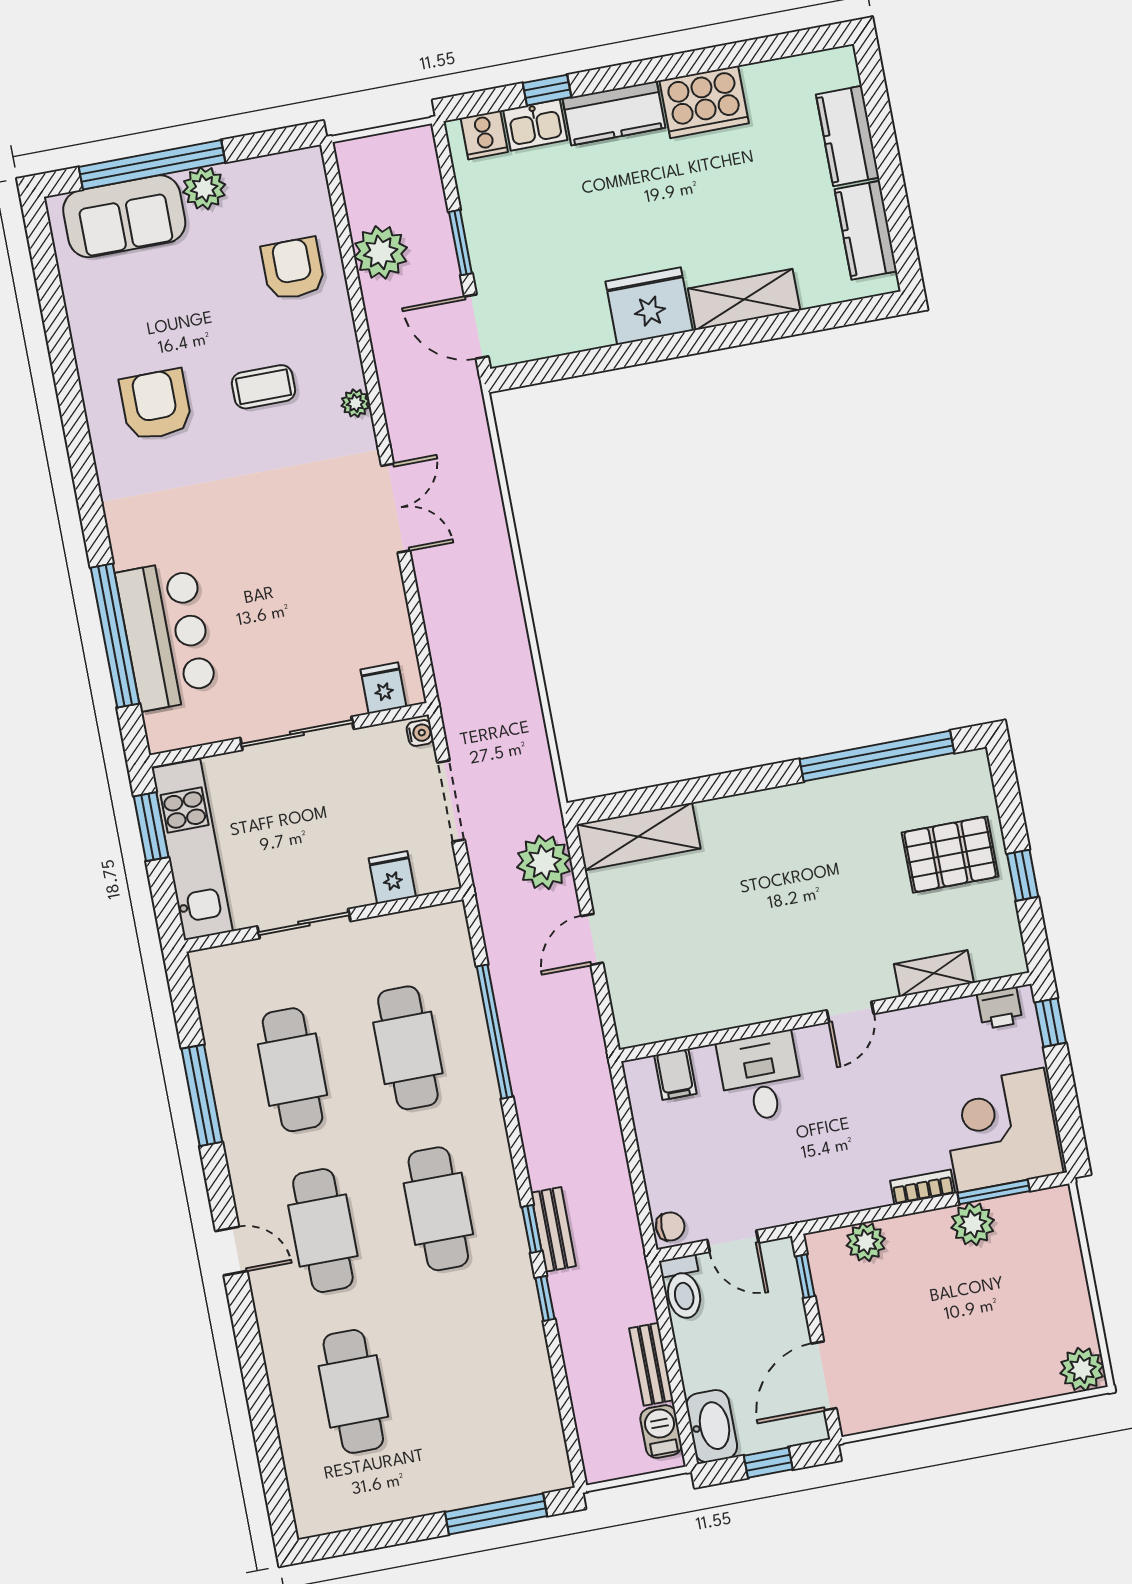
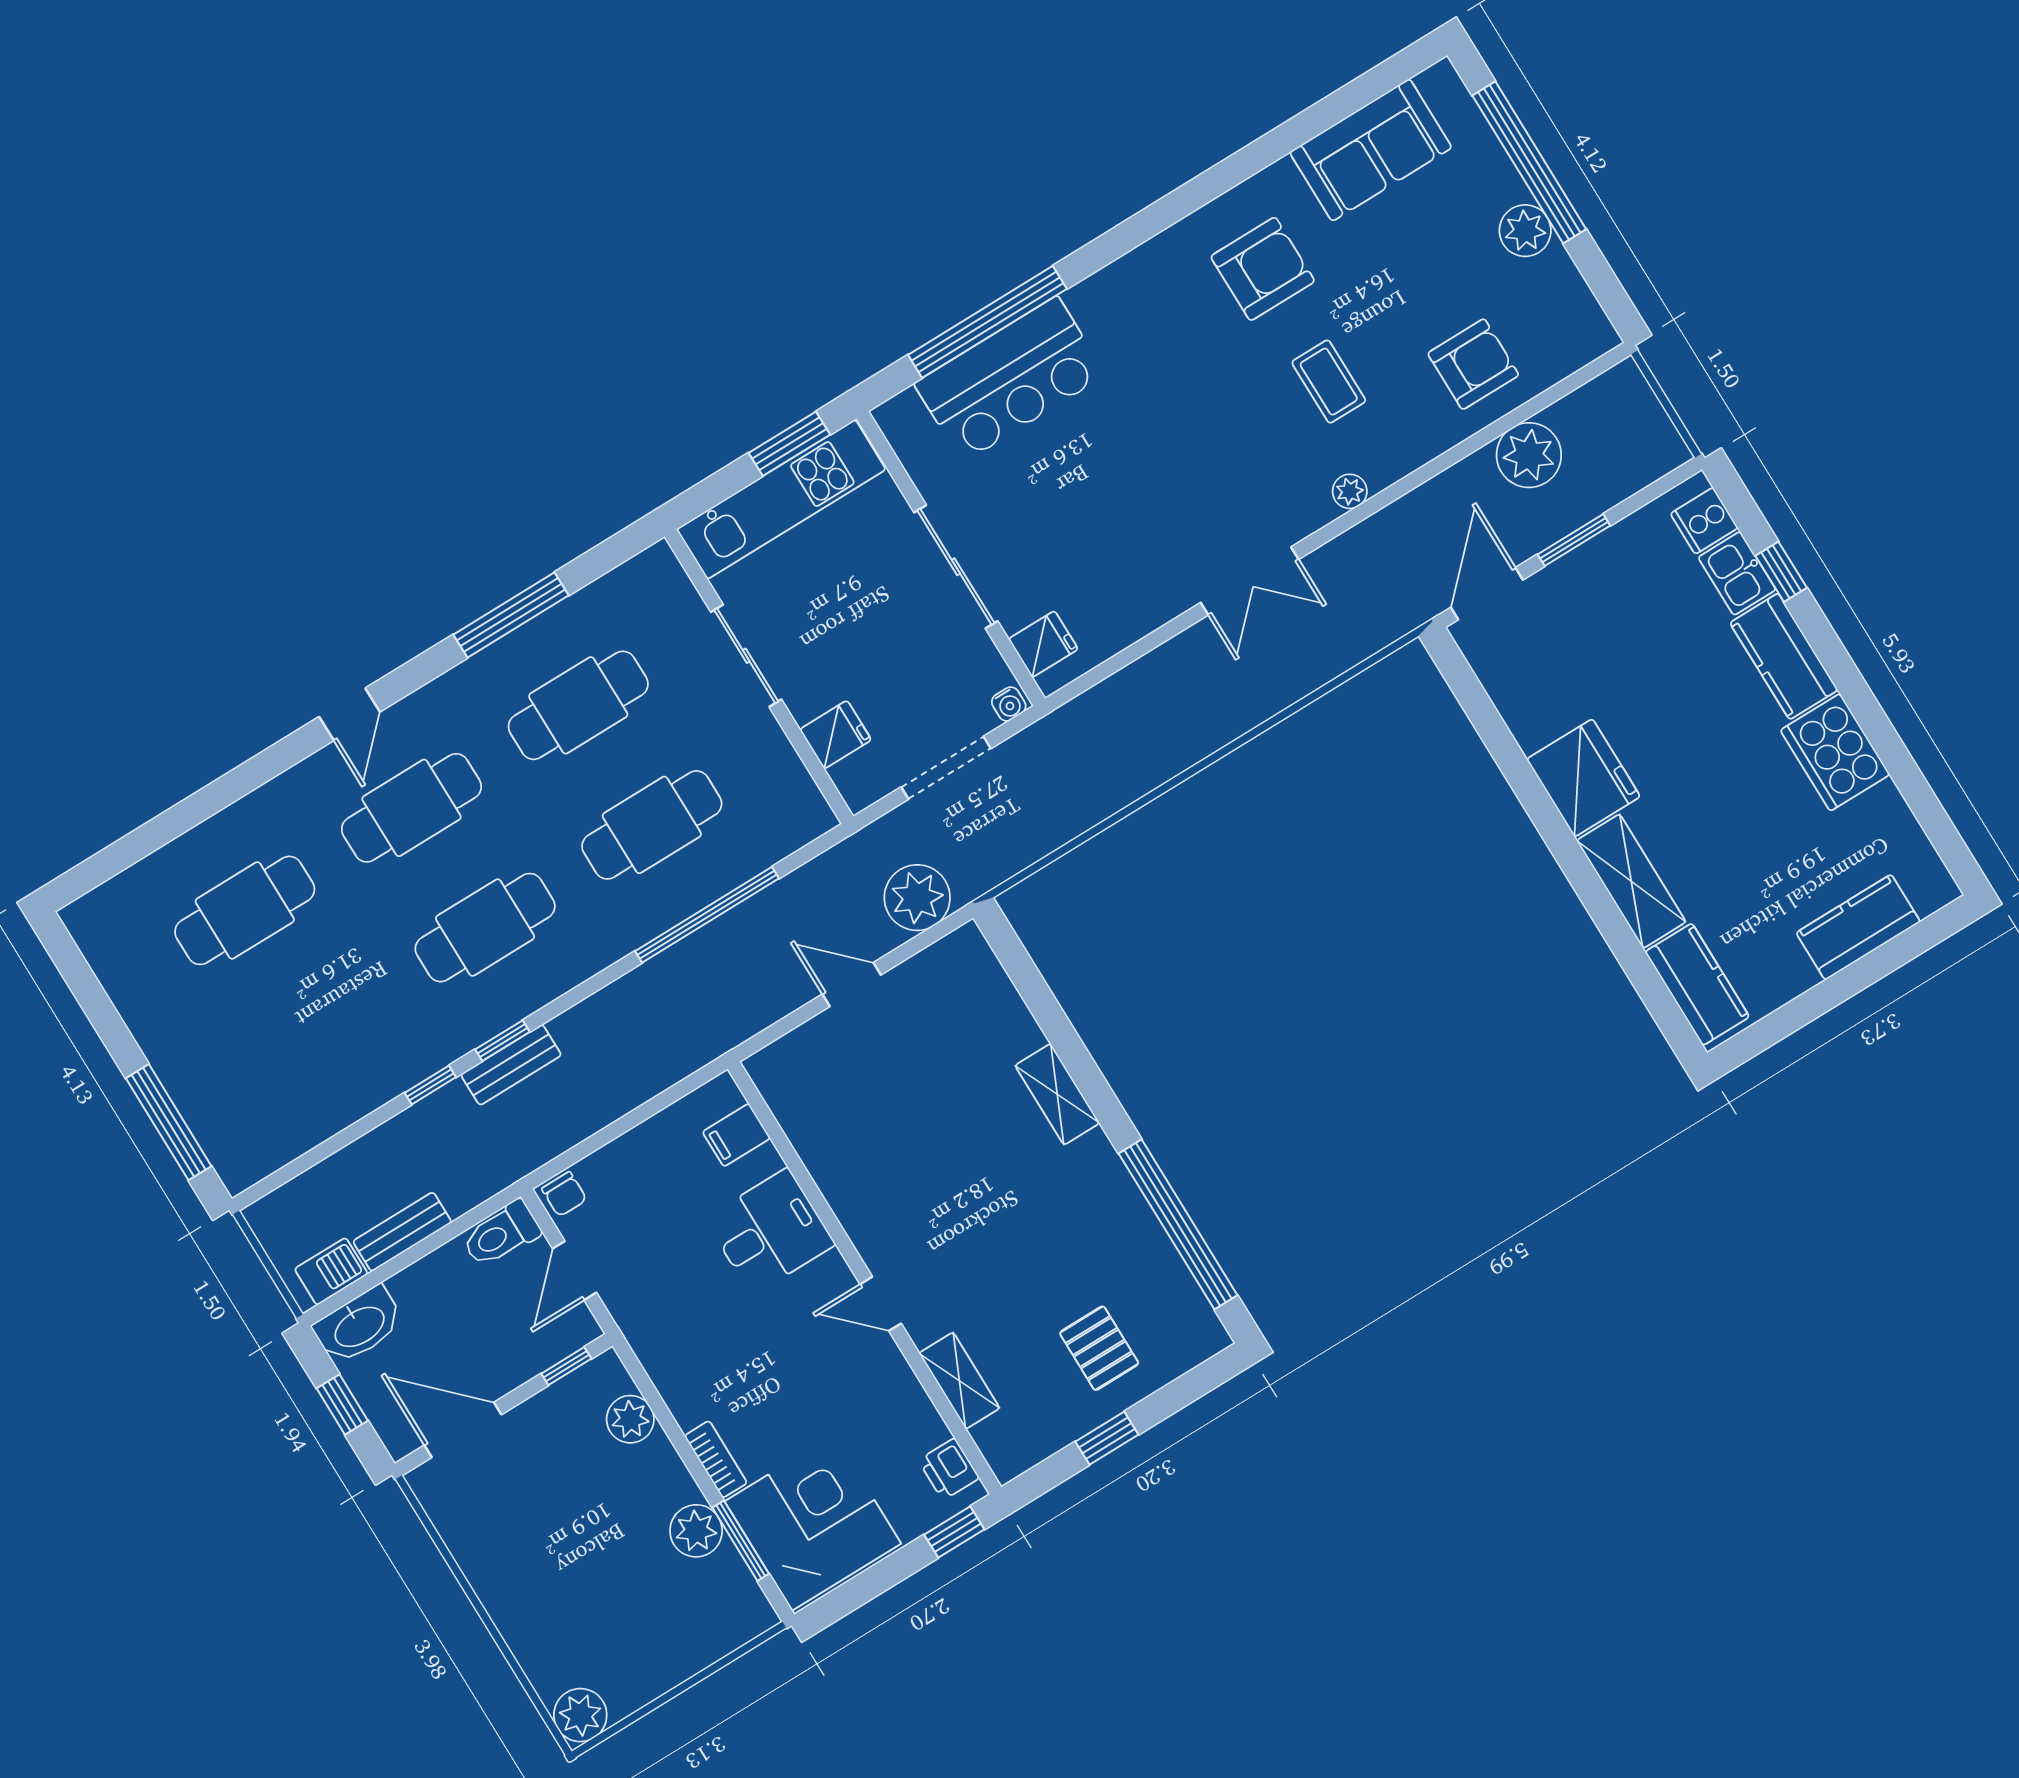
sofa: (124, 216) -> (1371, 150), moved, turned -90
kitchen counter: (866, 230) -> (1697, 984), moved, turned 90
shelving: (638, 837) -> (1057, 1094), moved, width x0.67, depth x0.75
pallet: (950, 855) -> (1099, 1348), width x0.67, depth x0.71

